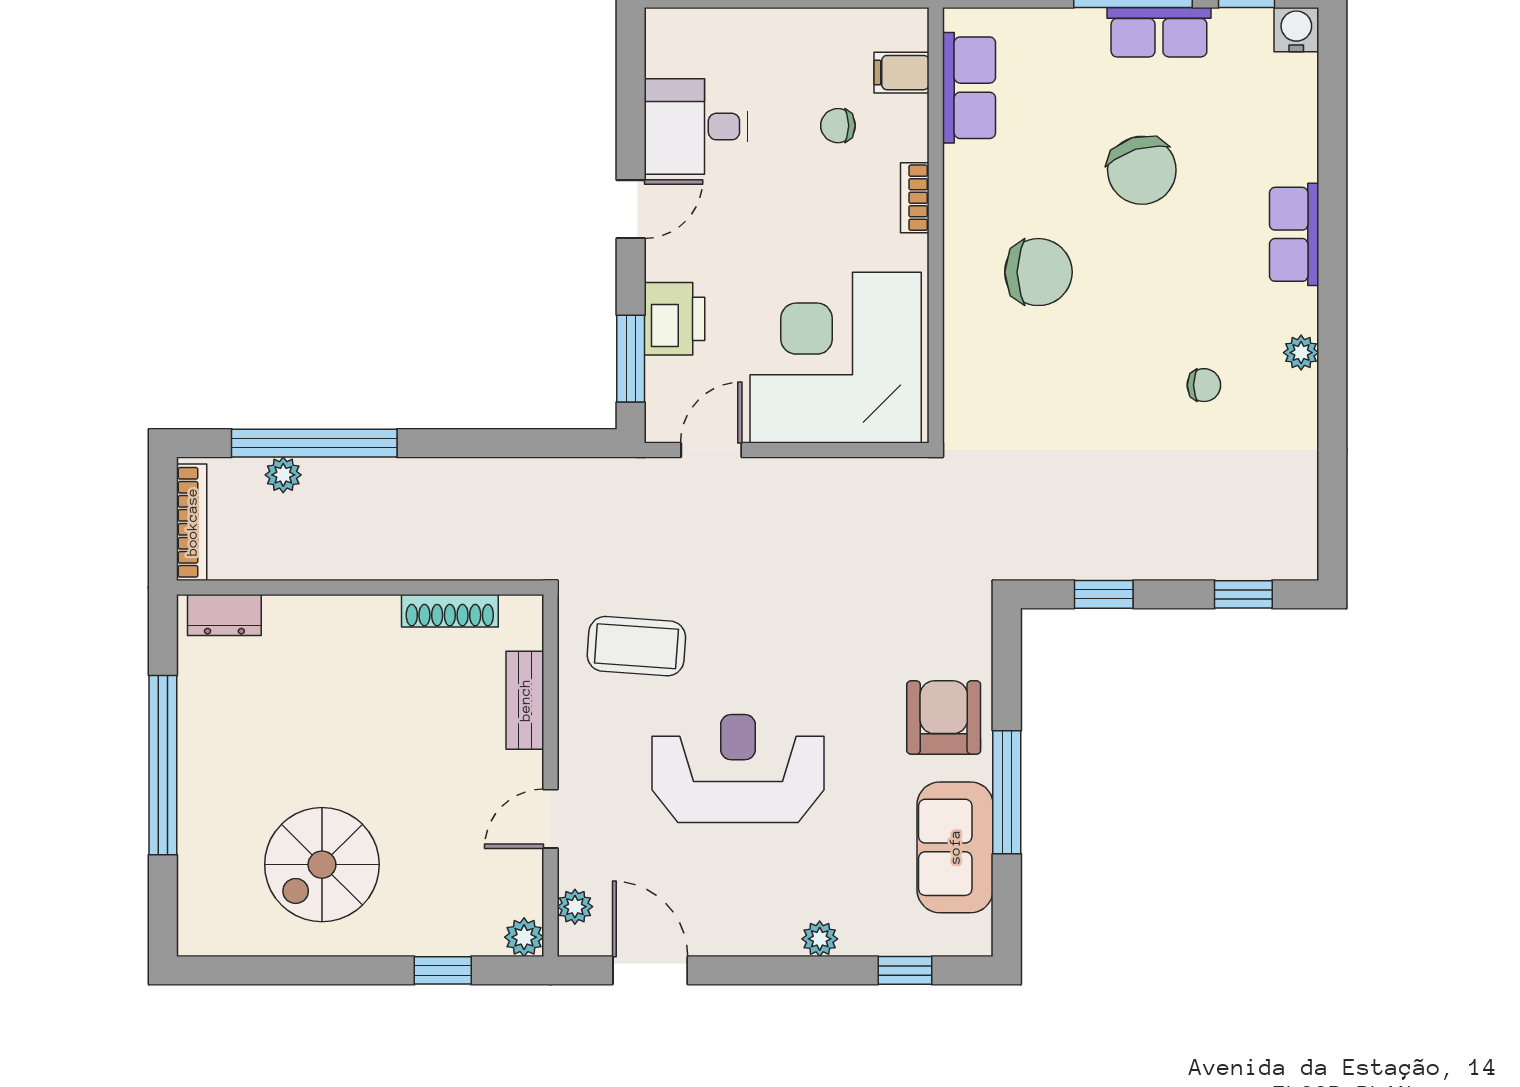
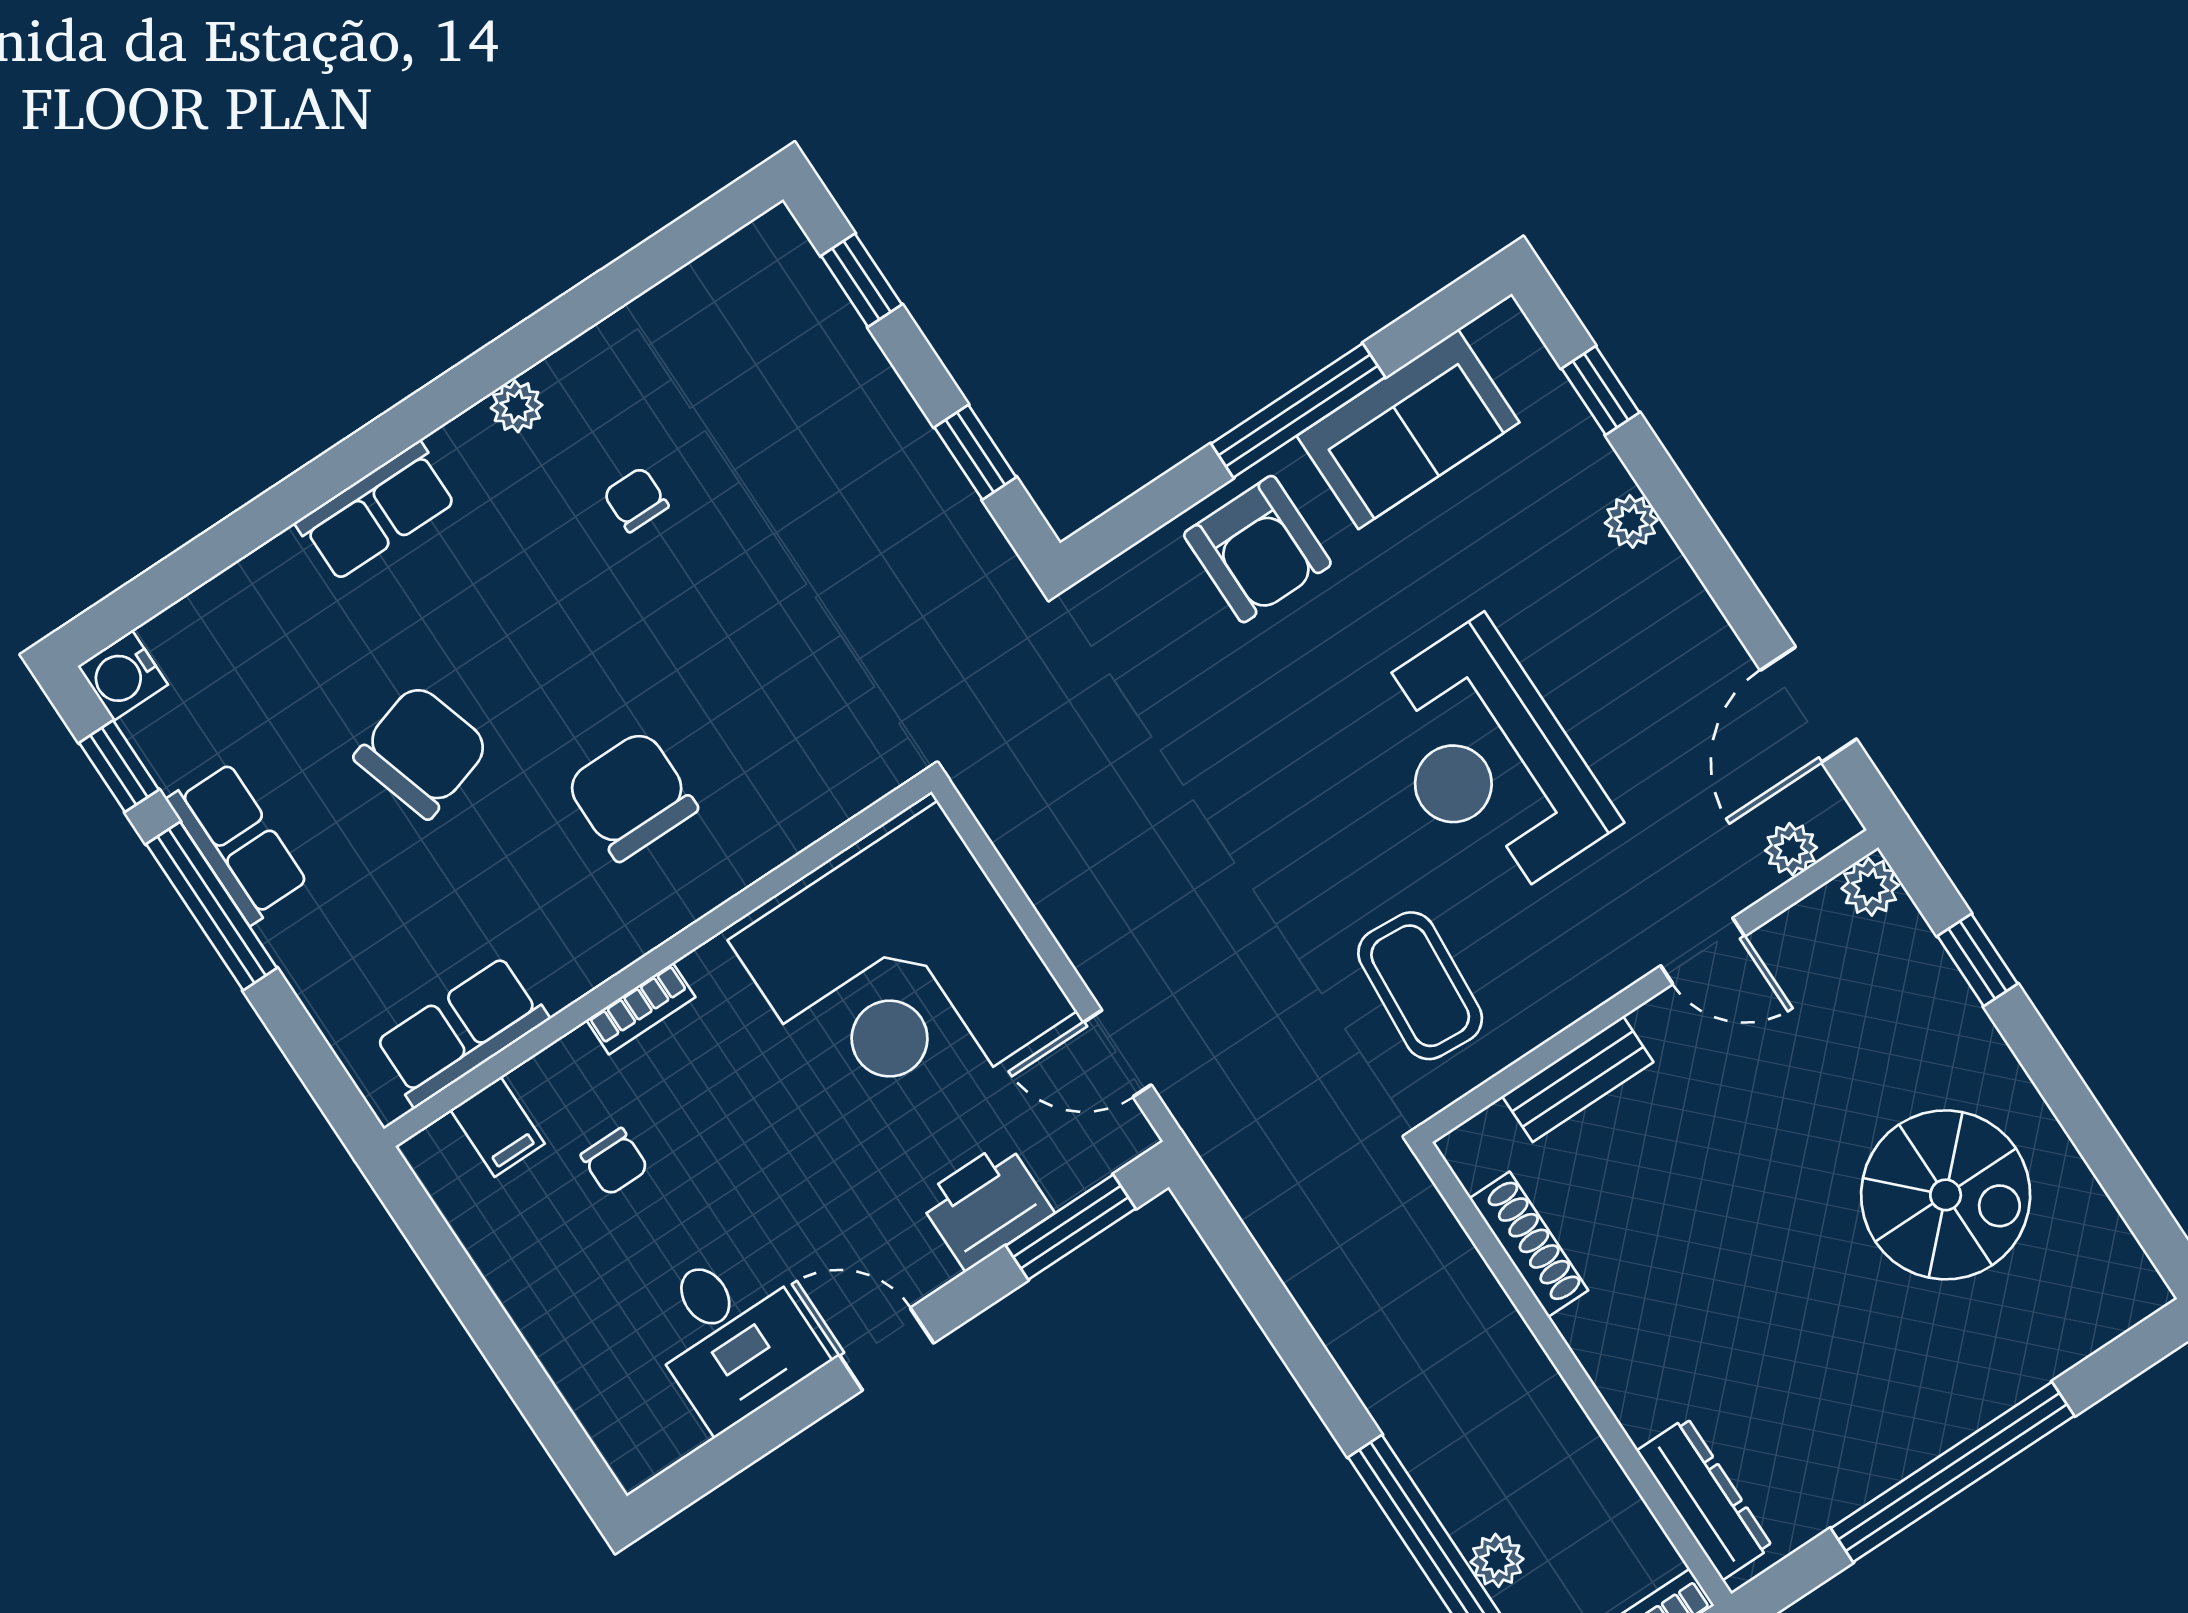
dresser: (224, 615) -> (1705, 1499), width x1.44
armchair: (944, 718) -> (1257, 549), turned -90

